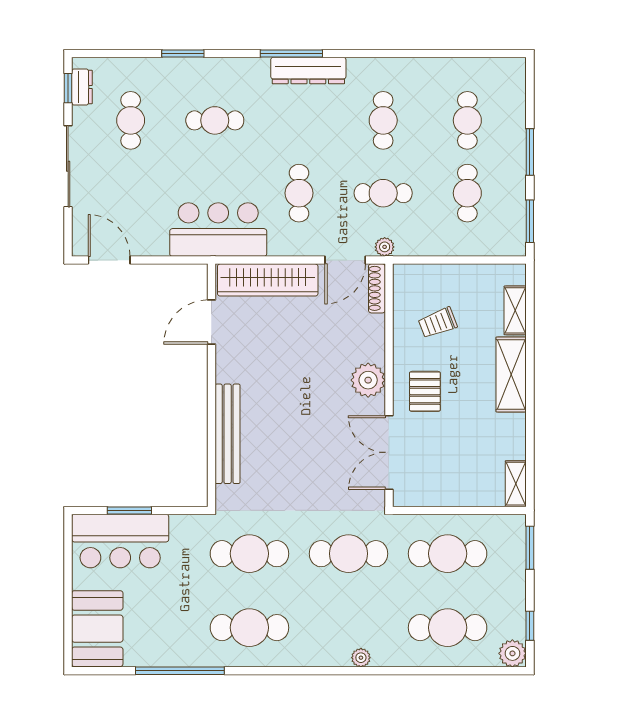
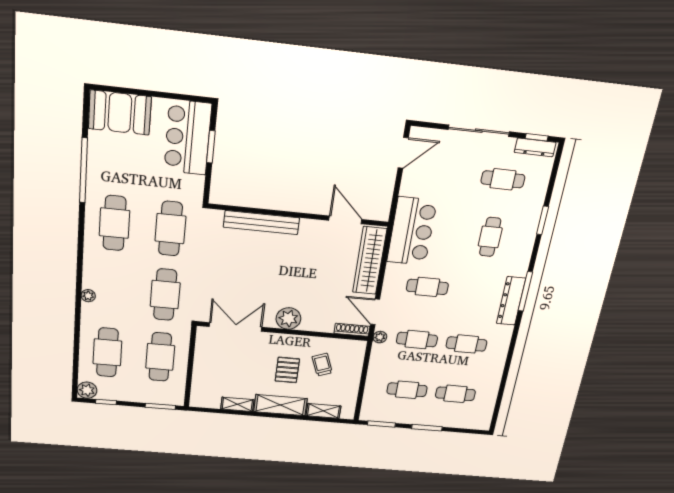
dresser: (82, 87) -> (535, 147), width x1.44
cafe table: (383, 193) -> (417, 340), turned 90
pallet: (425, 391) -> (287, 370), moved, turned 90
shelving: (516, 484) -> (237, 404), moved

